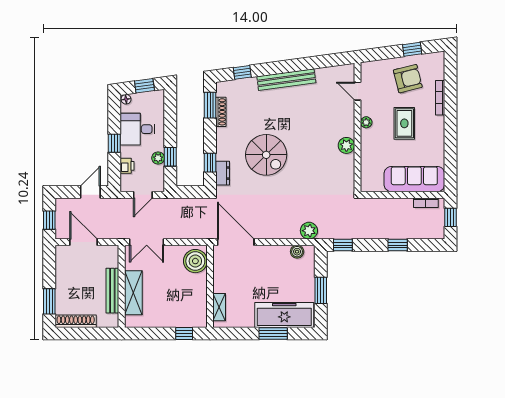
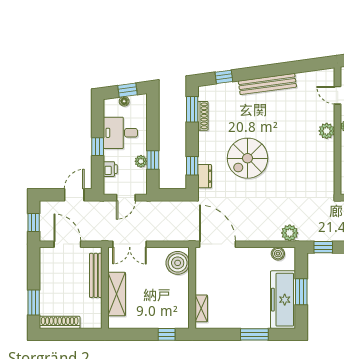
floor lamp: (126, 99) -> (124, 101), moved
plant: (346, 145) -> (327, 131), moved
spiral stairs: (266, 155) -> (248, 158), turned 90
bench: (112, 291) -> (96, 275), moved
freezer: (284, 315) -> (283, 300), moved, turned -90

